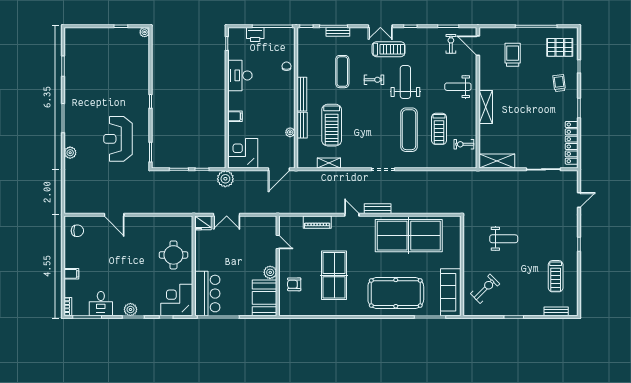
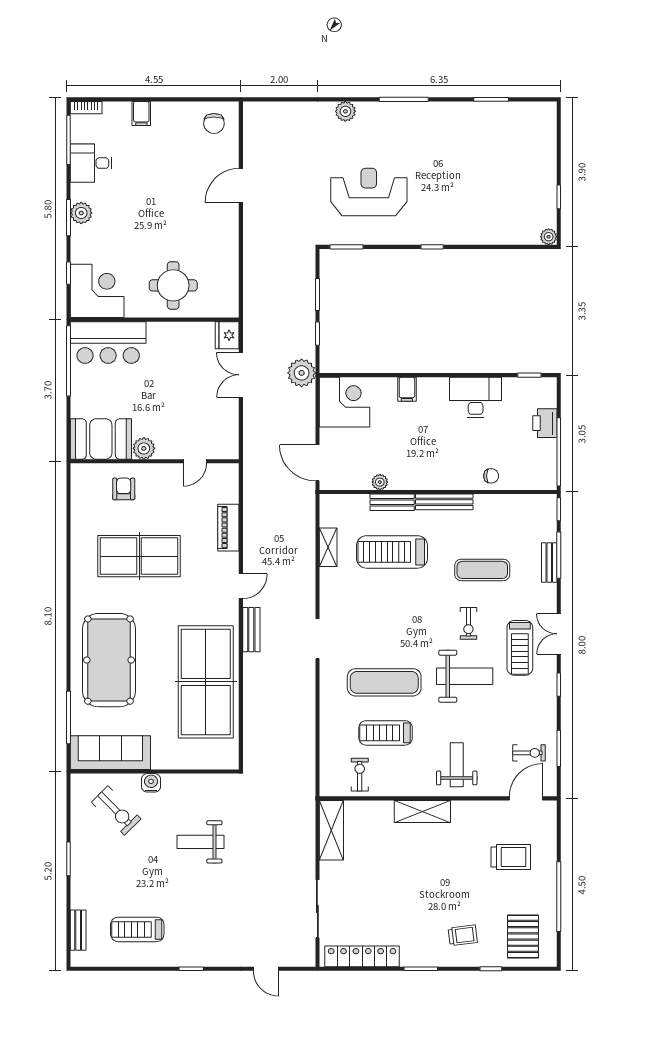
weight bench: (504, 239) -> (200, 842), turned 90
water cooler: (469, 268) -> (151, 783), added

